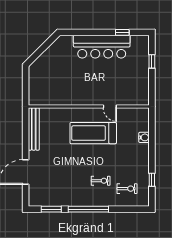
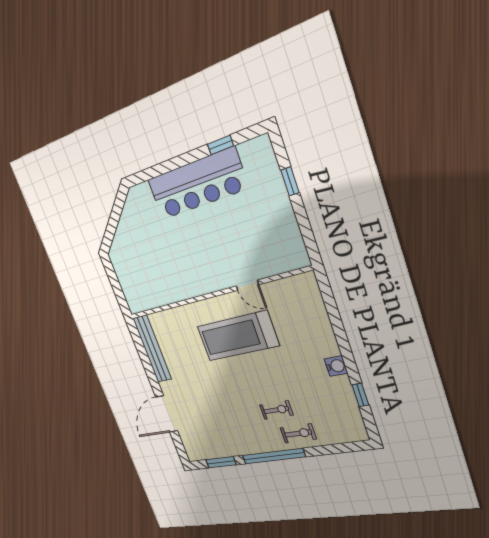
water cooler: (144, 137) -> (336, 366), moved
exercise bike: (127, 189) -> (298, 433), moved

